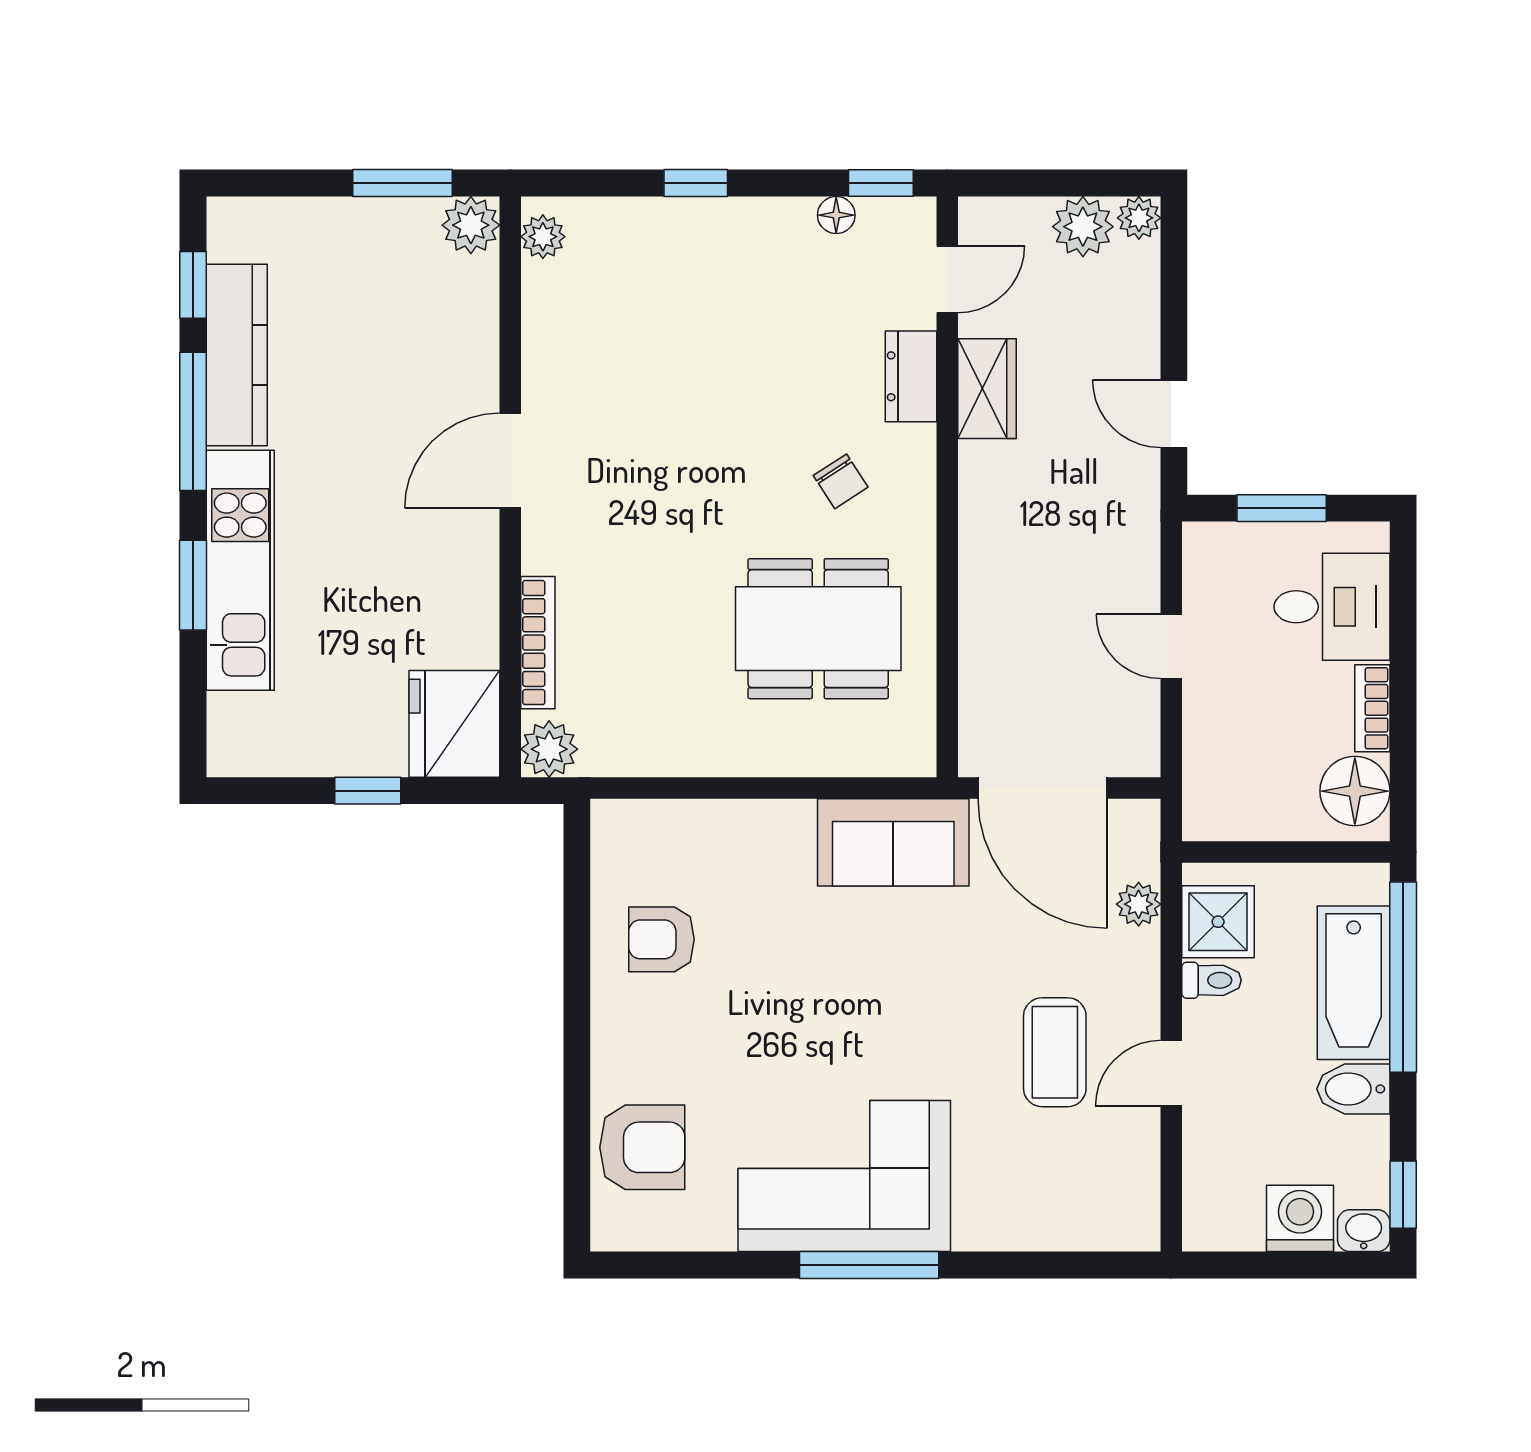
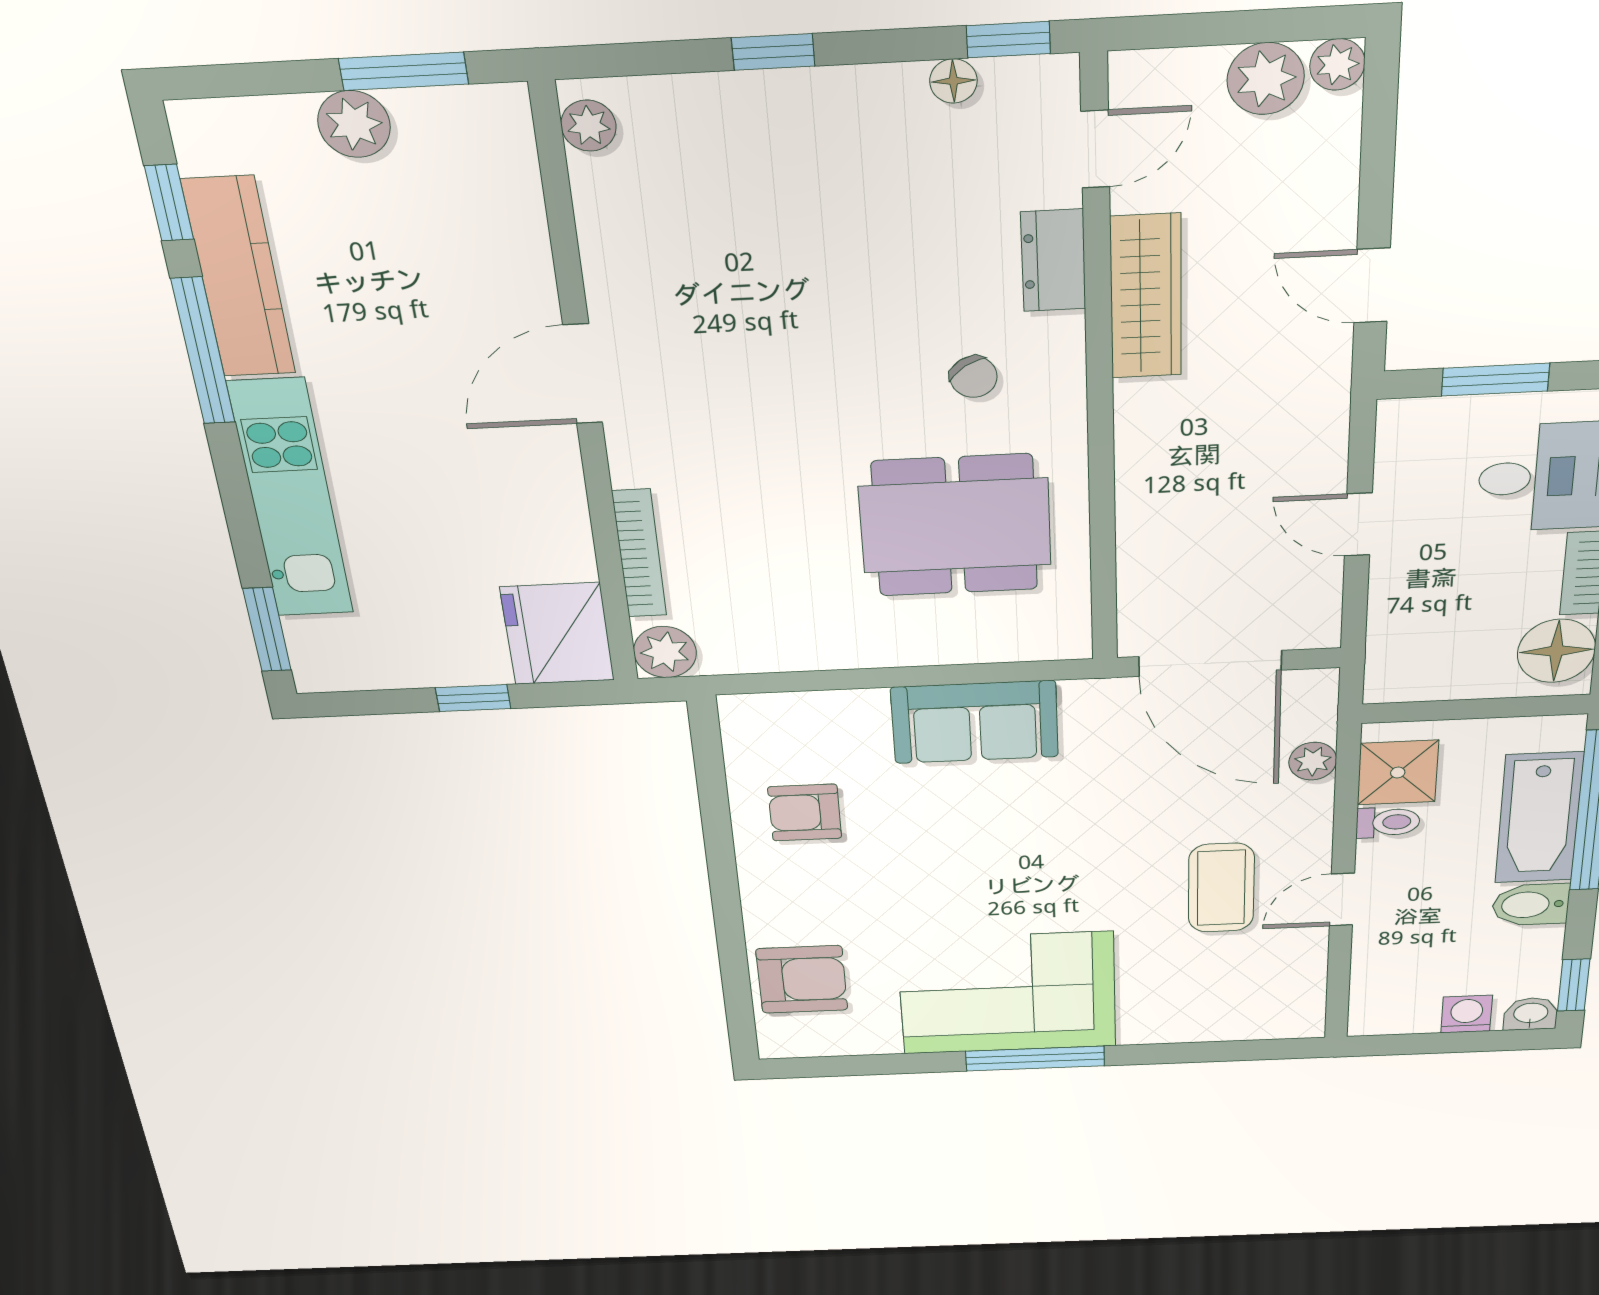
plant: (471, 225) -> (354, 124), moved
wardrobe: (987, 389) -> (1146, 297), width x1.50
window: (193, 585) -> (267, 630), moved
sofa: (893, 842) -> (975, 722), moved
washing machine: (1300, 1218) -> (1467, 1014), width x0.73, depth x0.73

